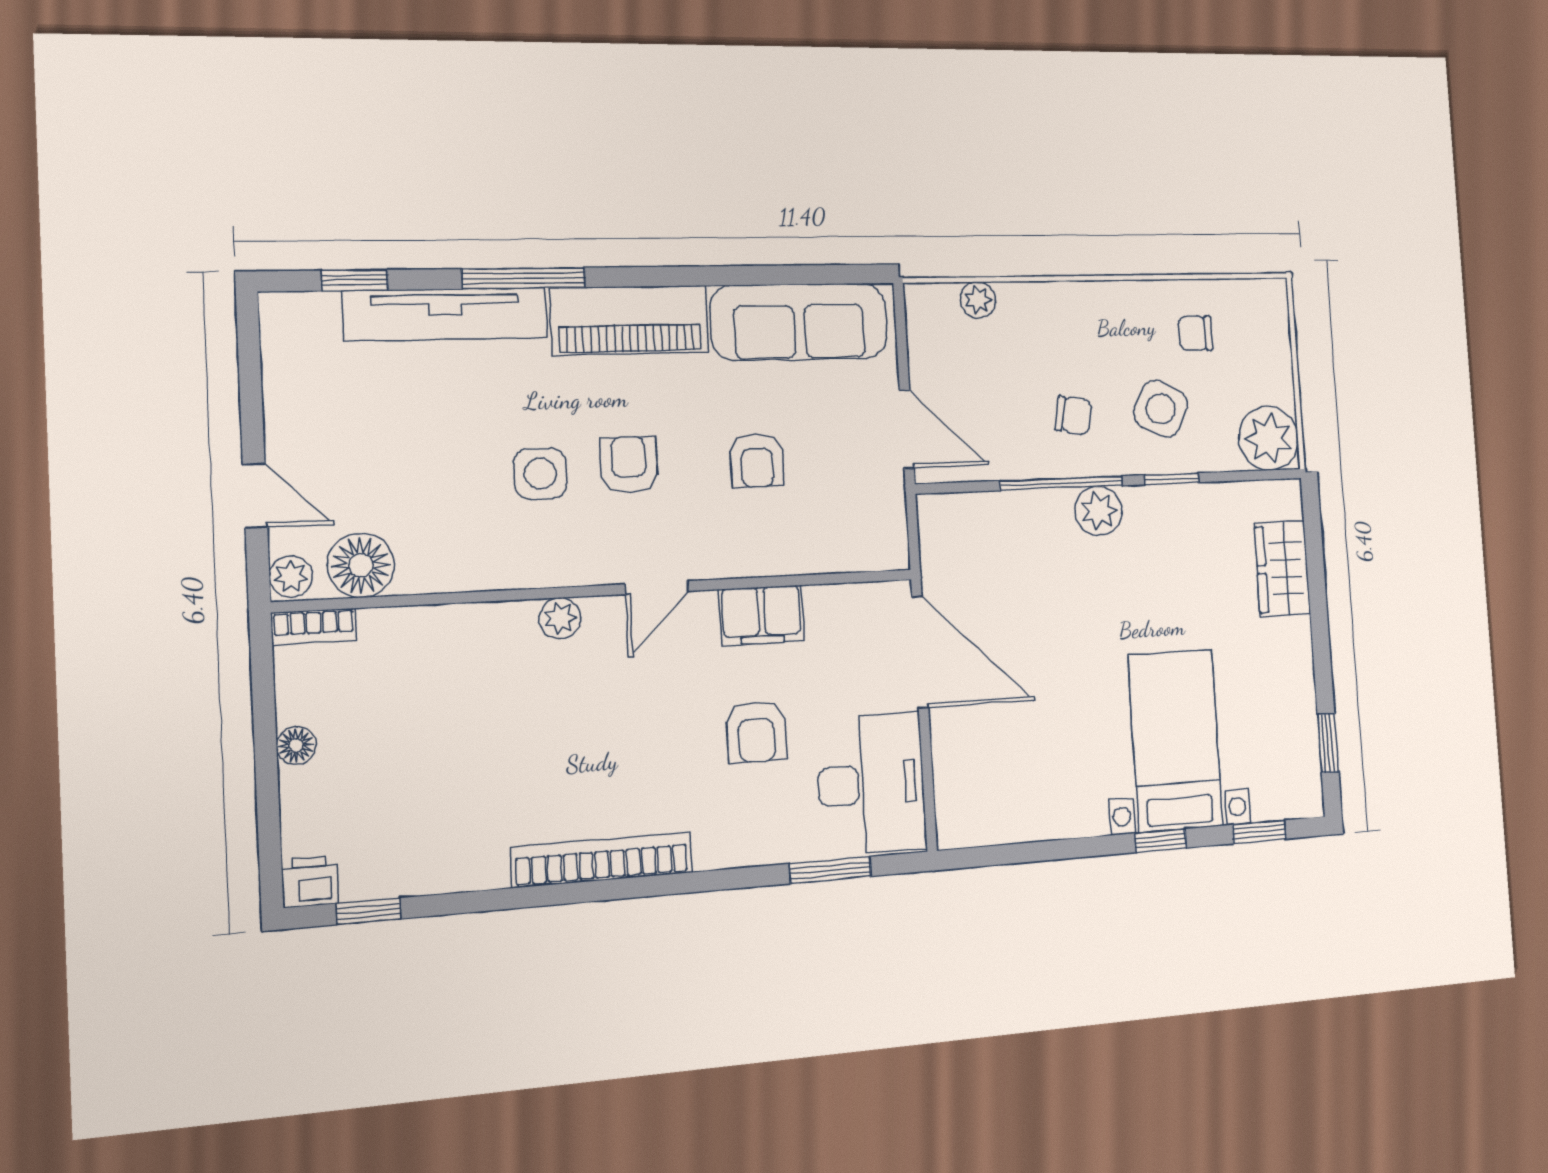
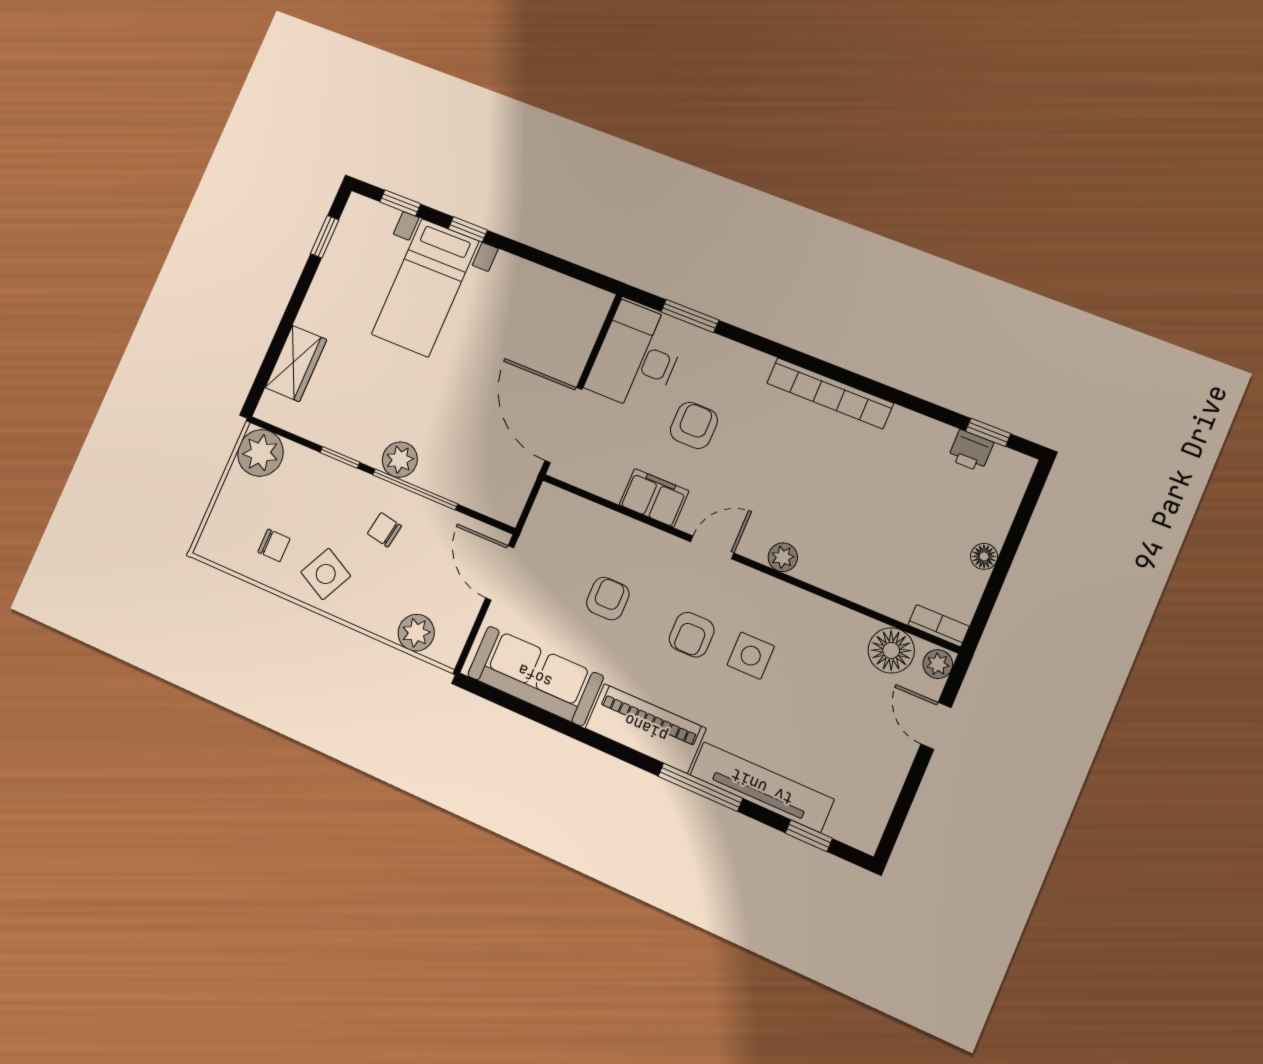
plant: (978, 300) -> (416, 633), width x1.38, depth x1.38
side table: (1161, 409) -> (326, 574), moved
printer: (310, 882) -> (971, 451), moved

